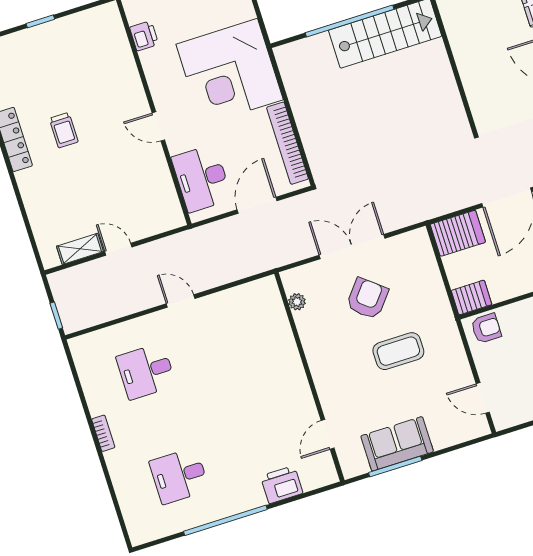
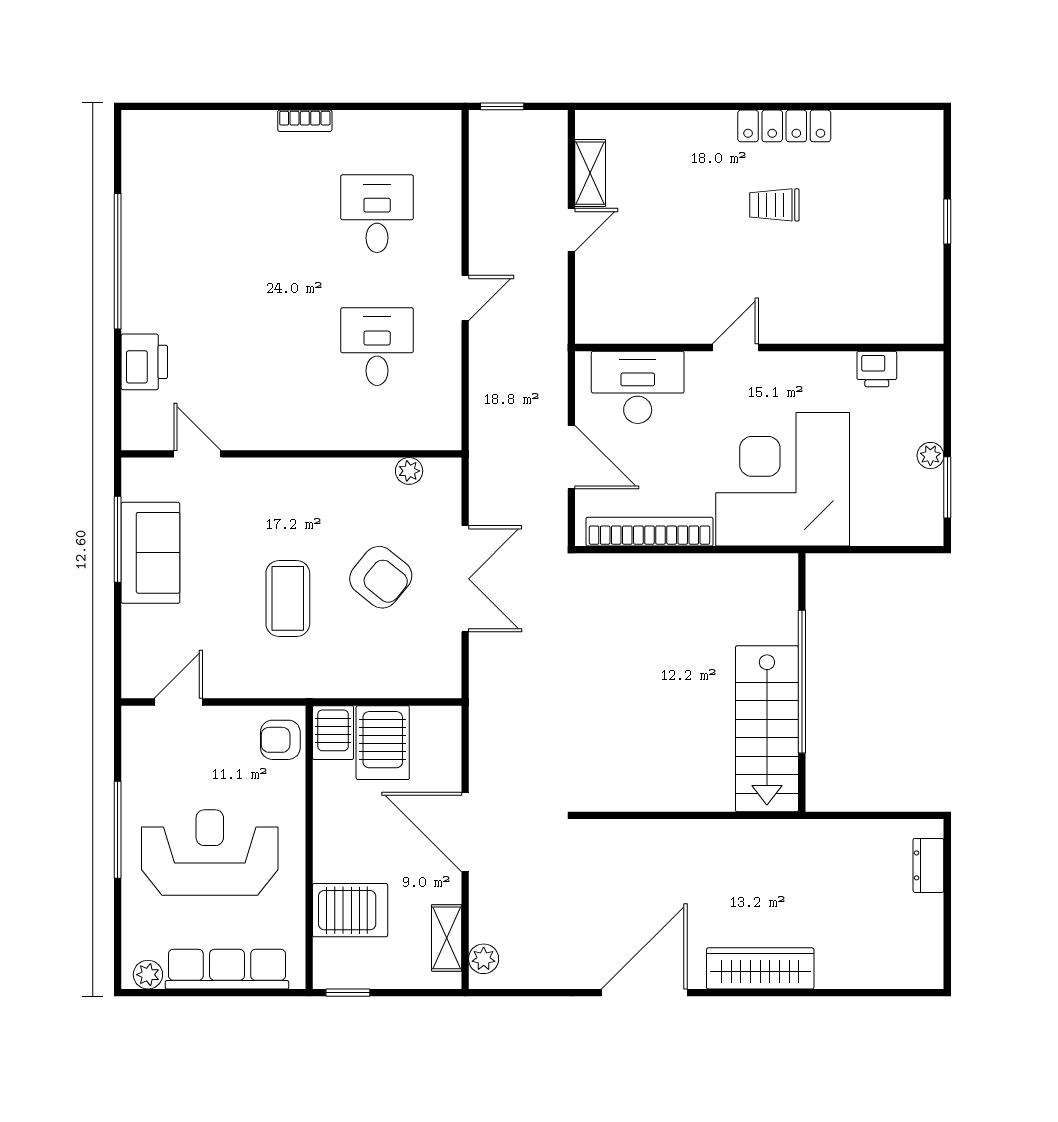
server rack: (458, 233) -> (383, 743), moved
armchair: (486, 328) -> (280, 740), turned 90
desk: (179, 476) -> (377, 347), moved

